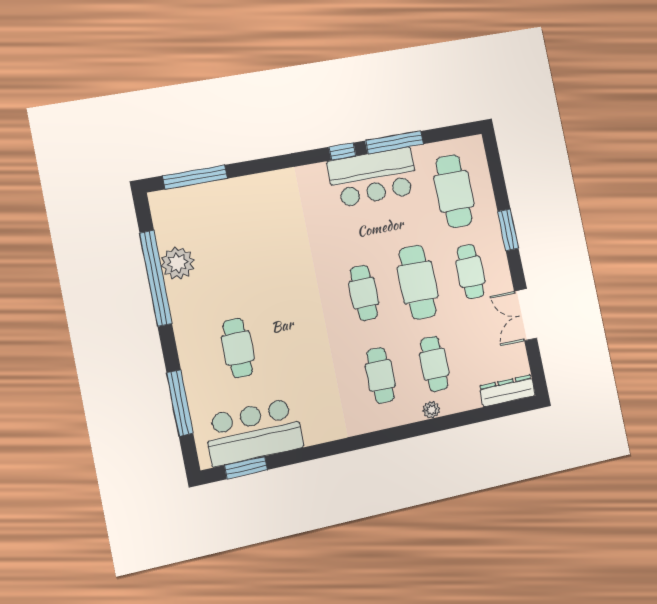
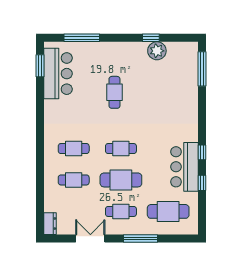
window: (394, 142) -> (202, 183), width x0.46
window: (508, 230) -> (140, 238), width x1.44
window: (156, 278) -> (151, 38), width x0.32
cafe table: (238, 348) -> (114, 92), moved, turned 90
dresser: (507, 391) -> (50, 224), width x0.70
plant: (431, 410) -> (49, 173), removed

